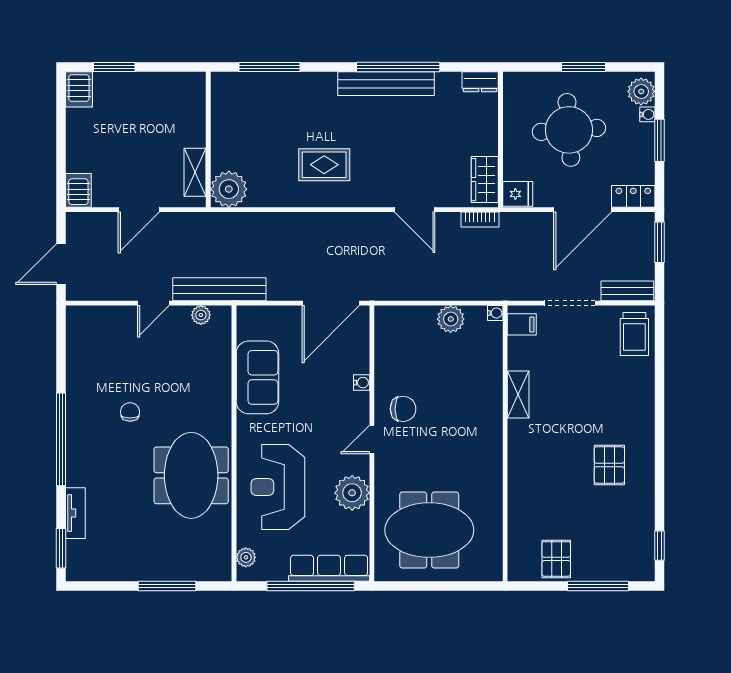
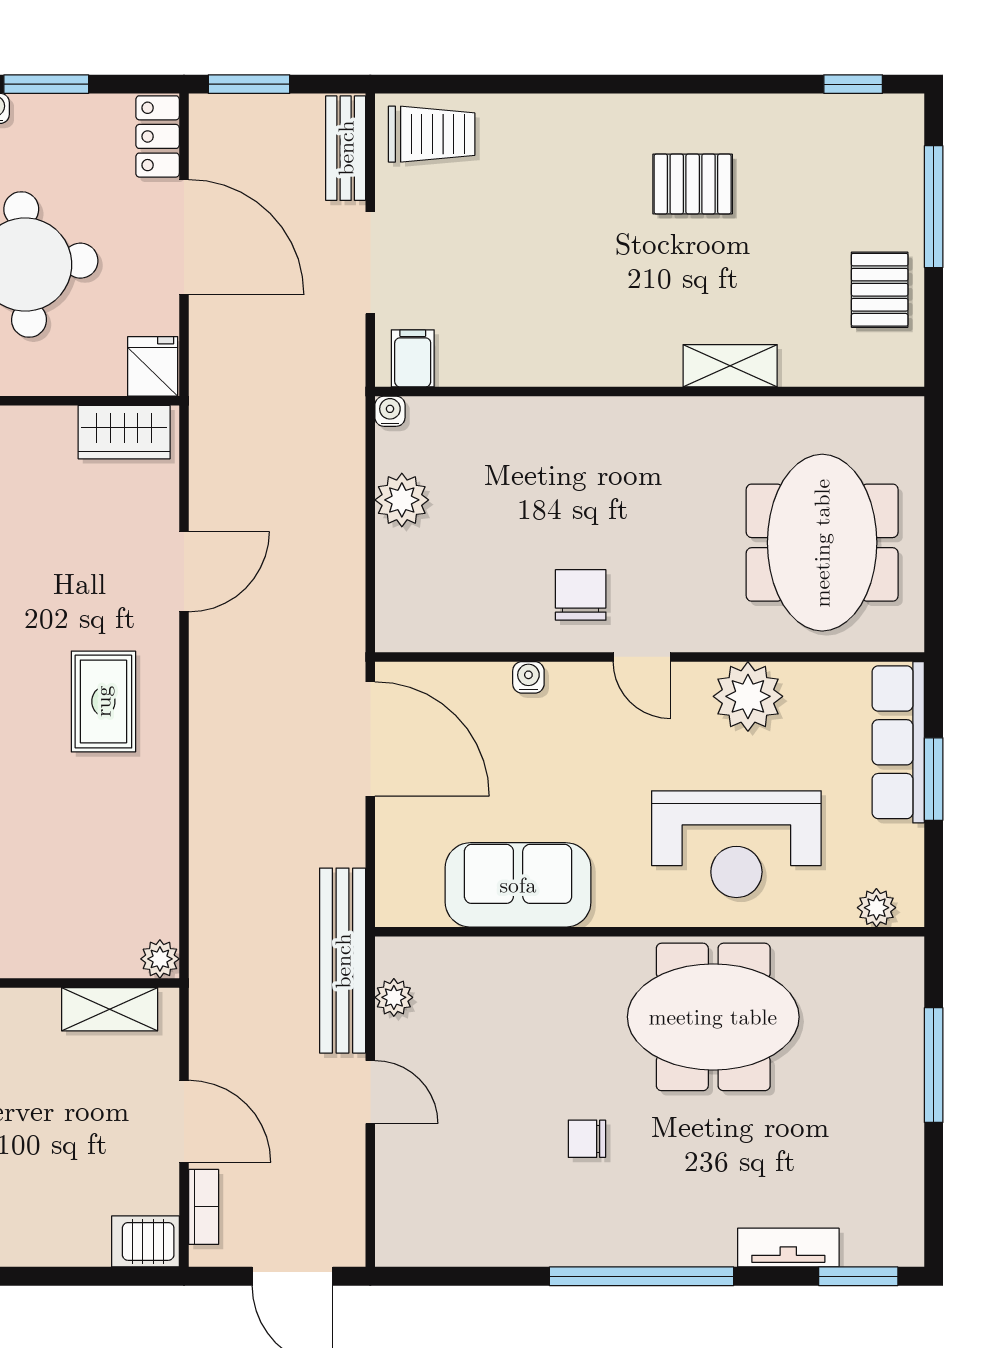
rug: (324, 165) -> (103, 701), moved
plant: (229, 189) -> (160, 959), width x0.53, depth x0.53
bookcase: (480, 219) -> (204, 1207), moved
shelving: (518, 394) -> (730, 366), moved
pallet: (556, 559) -> (880, 290), turned 90
window: (311, 586) -> (934, 779), width x0.47

